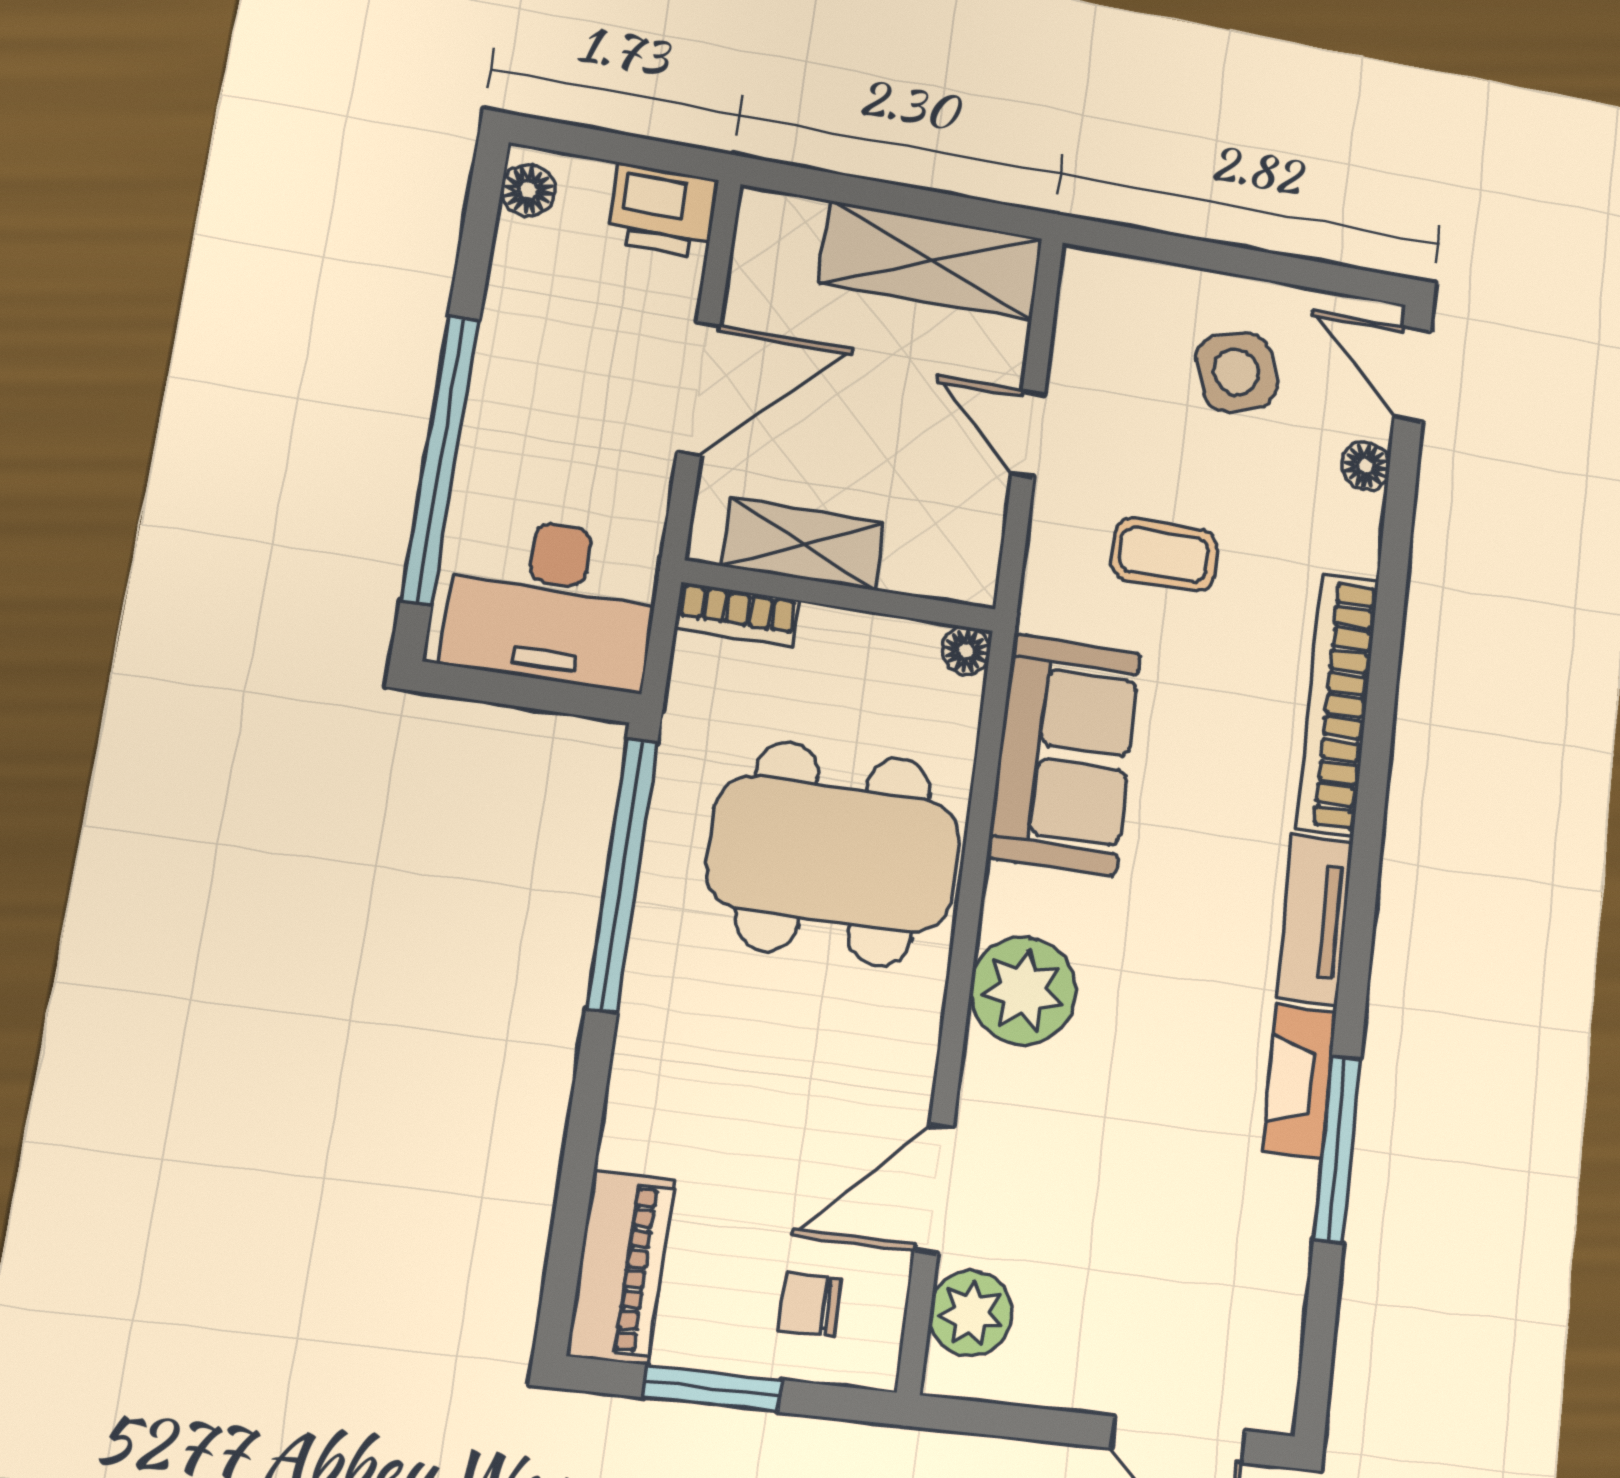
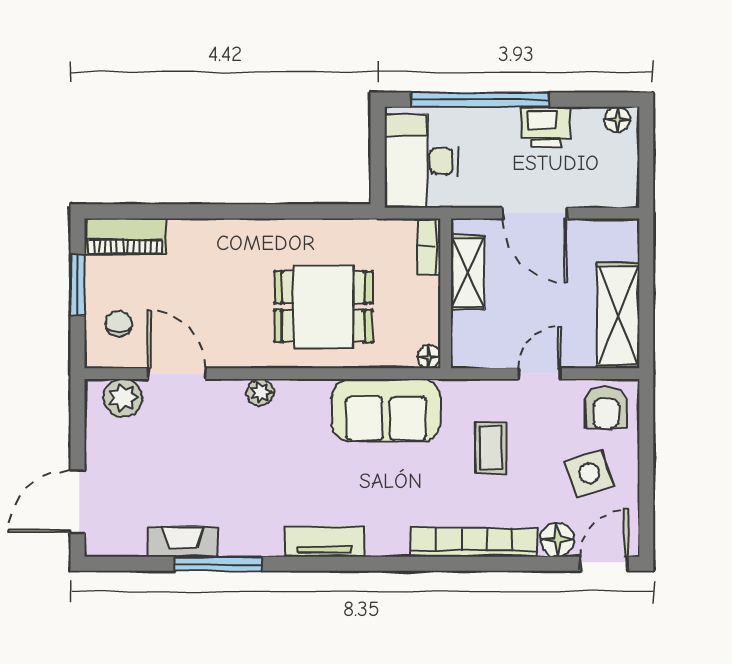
printer: (663, 211) -> (546, 127), moved, turned -90
armchair: (1112, 316) -> (606, 408), added
floor lamp: (1366, 466) -> (557, 540), width x1.37, depth x1.37
bookcase: (1338, 705) -> (474, 542), moved
dining table: (833, 854) -> (324, 307), width x0.73
window: (622, 875) -> (300, 211), removed
plant: (1023, 991) -> (260, 392), width x0.53, depth x0.53
fireplace: (1299, 1082) -> (183, 542), moved

